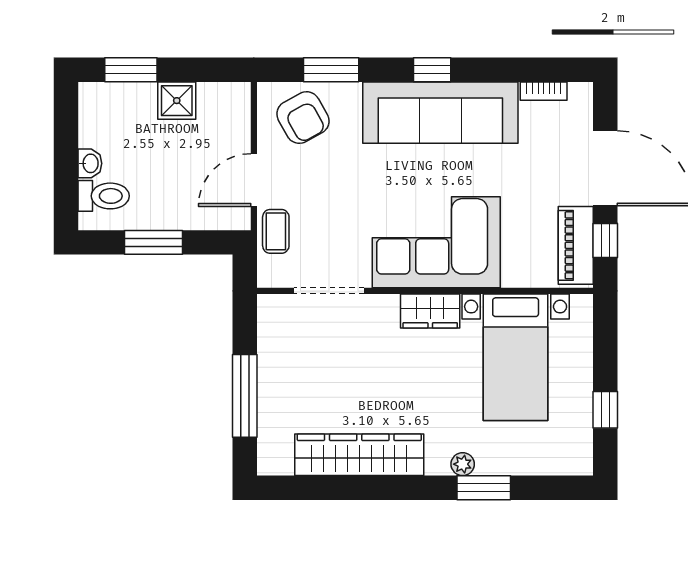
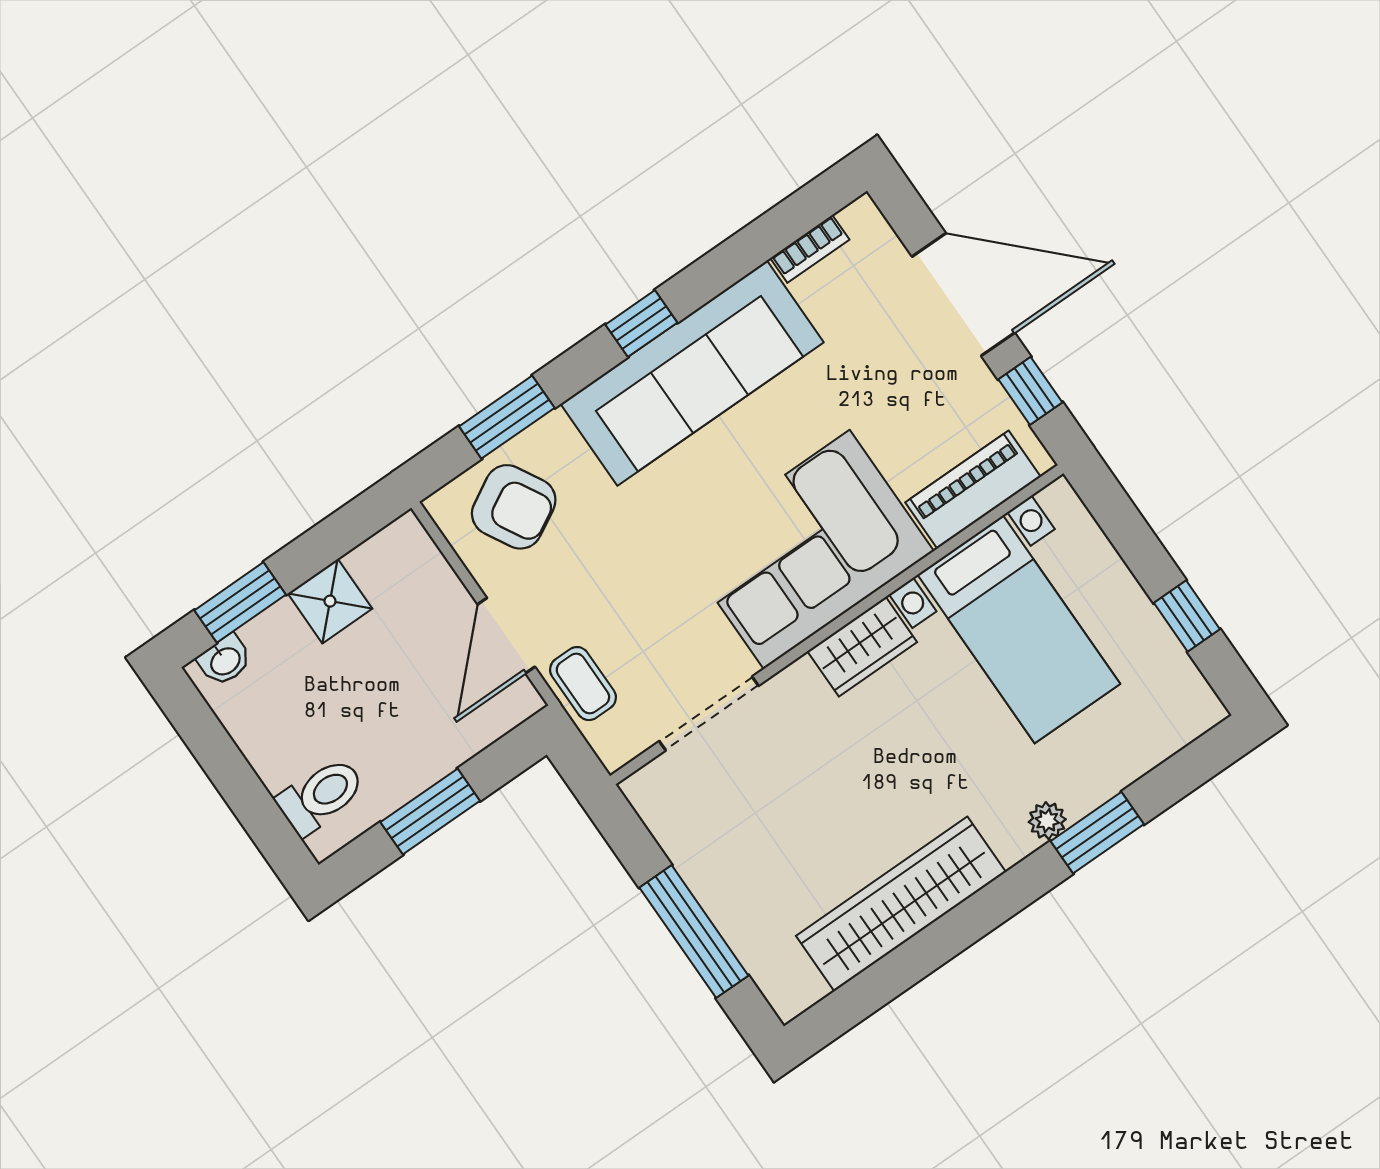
washbasin: (90, 163) -> (225, 660), moved, turned 90
piano: (576, 245) -> (973, 490), moved, turned 90

